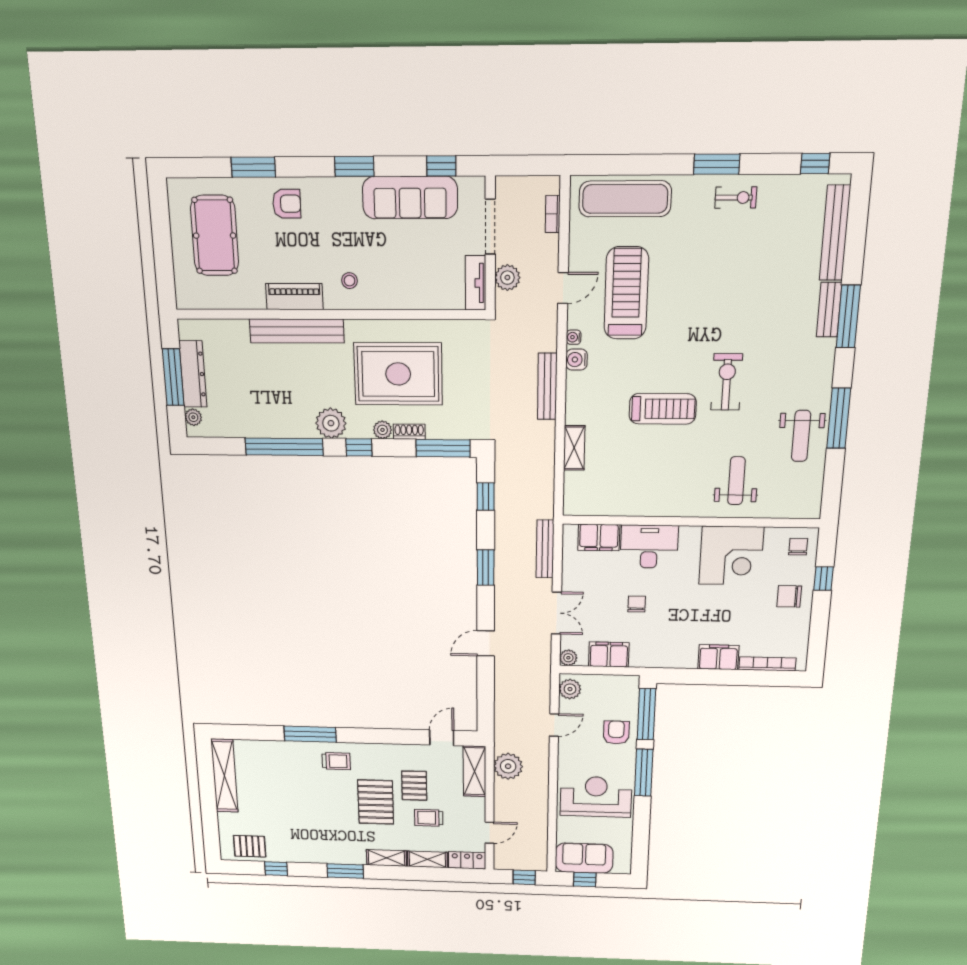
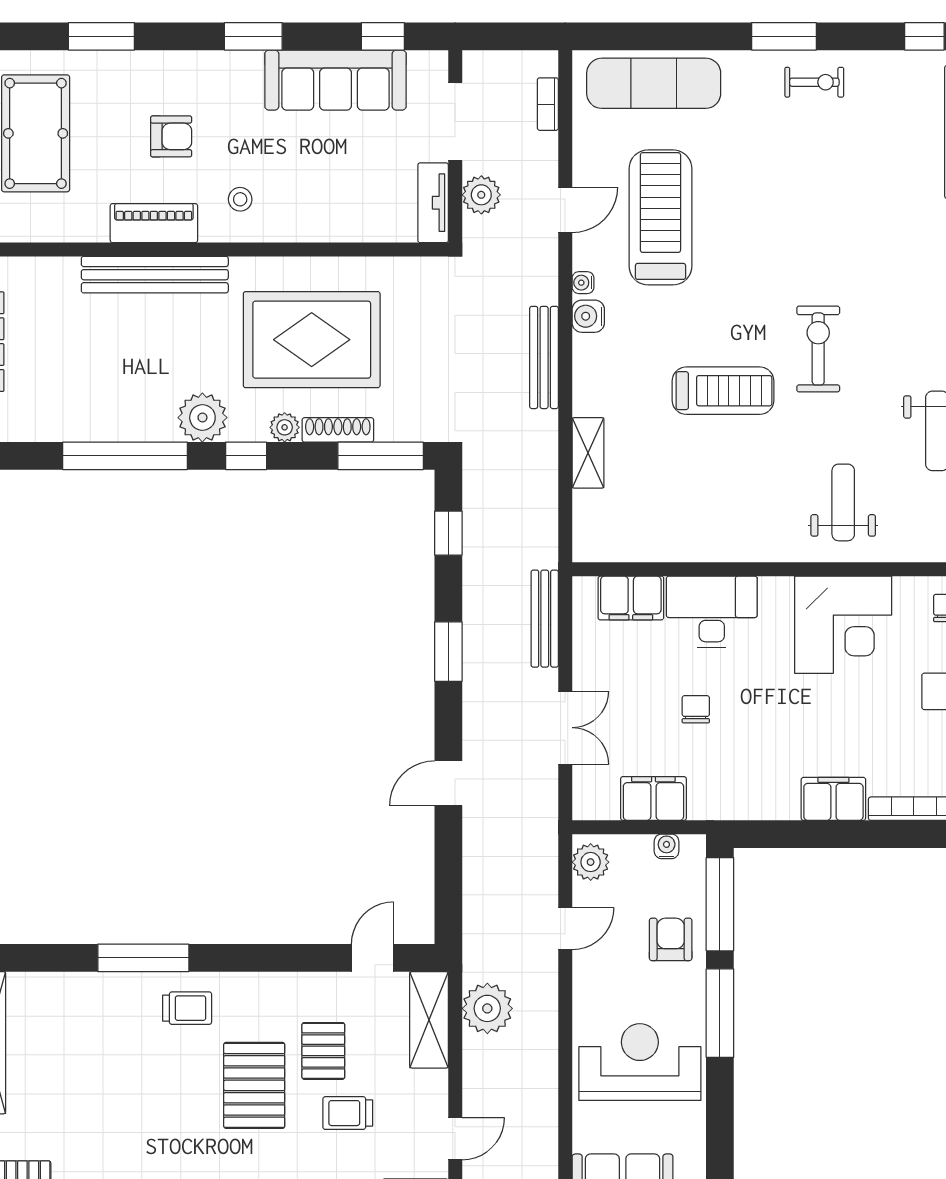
armchair: (287, 204) -> (171, 136), moved
shoe rack: (409, 432) -> (338, 430), width x1.43
plant: (568, 658) -> (587, 806), removed
water cooler: (616, 681) -> (667, 846), added

